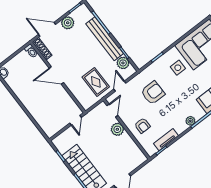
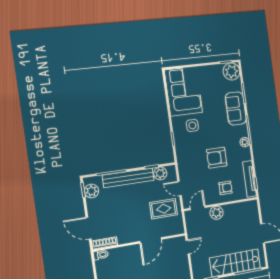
plant: (68, 23) -> (91, 191), moved
door: (47, 29) -> (88, 228), hinge flipped
door: (56, 75) -> (151, 240), moved
armchair: (153, 93) -> (217, 158), moved, turned -90
door: (112, 111) -> (198, 208), hinge flipped
door: (76, 120) -> (188, 247), hinge flipped
tv unit: (166, 140) -> (250, 179), width x1.41

